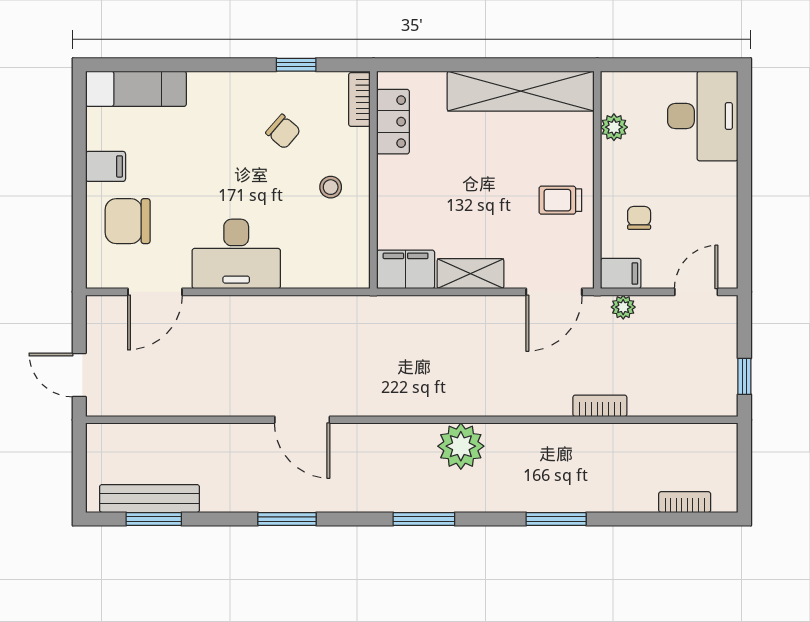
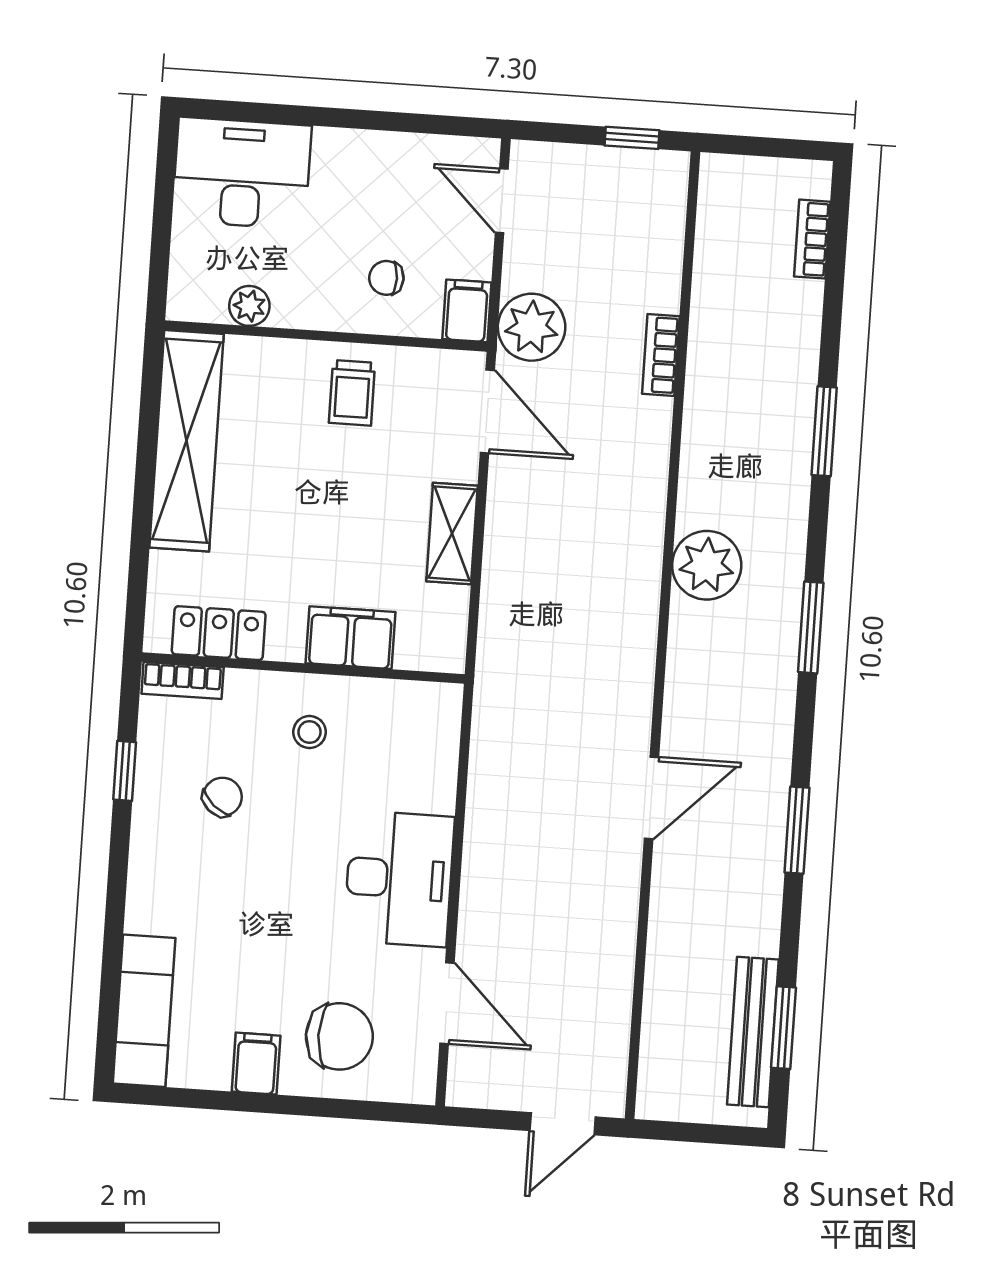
chair: (128, 221) -> (339, 1036), turned -90
filing cabinet: (406, 269) -> (351, 638), moved, turned 90
plant: (623, 307) -> (532, 327), width x1.88, depth x1.88

